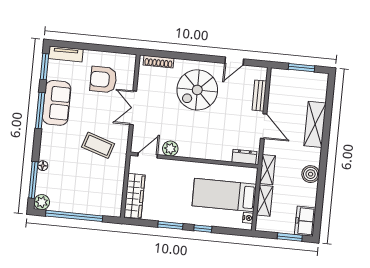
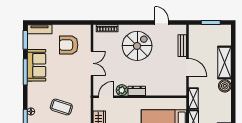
door: (234, 61) -> (162, 22), swing flipped
spiral stairs: (197, 90) -> (137, 46), turned 180
double door: (133, 108) -> (92, 63), swing flipped
coffee table: (98, 145) -> (61, 107), moved
dresser: (244, 157) -> (137, 91), moved
boiler: (311, 174) -> (225, 86), moved

